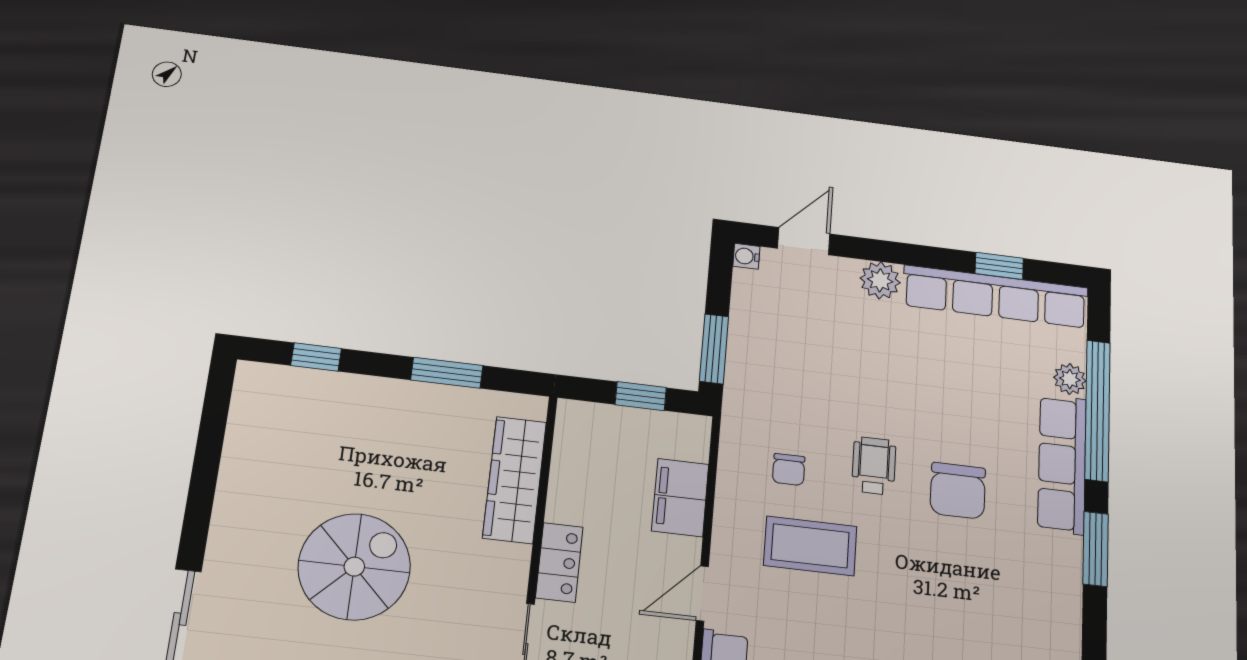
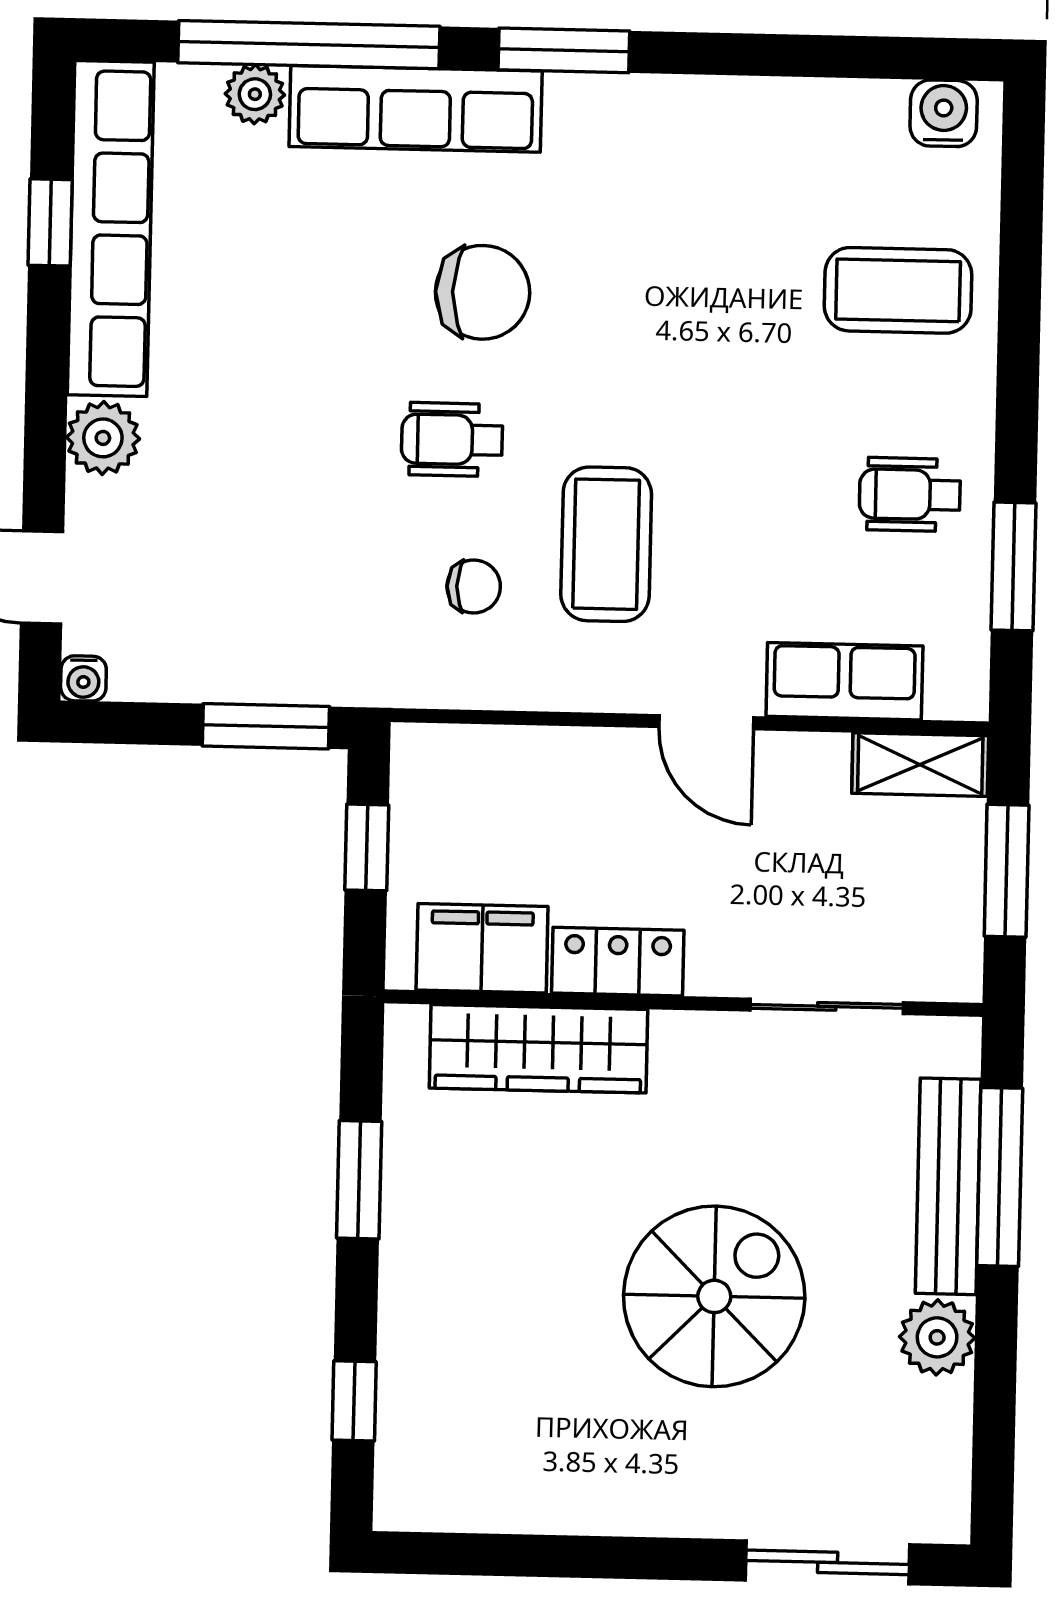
filing cabinet: (680, 497) -> (482, 948), moved, turned 180
locker: (559, 562) -> (618, 962), moved
spiral stairs: (354, 567) -> (714, 1296), turned 90

